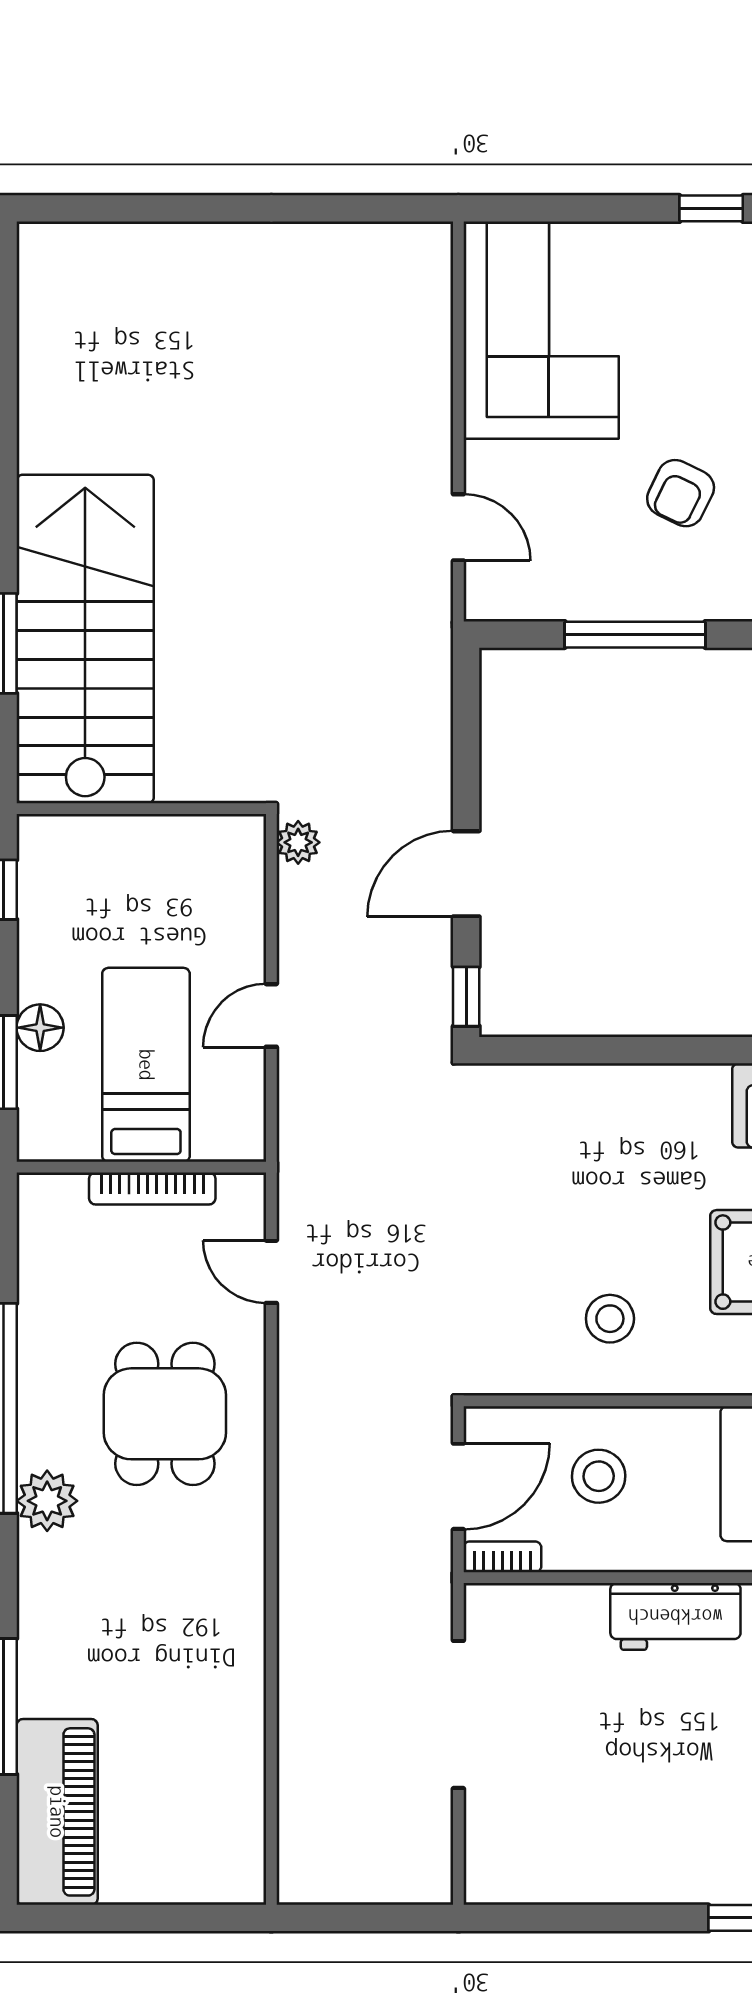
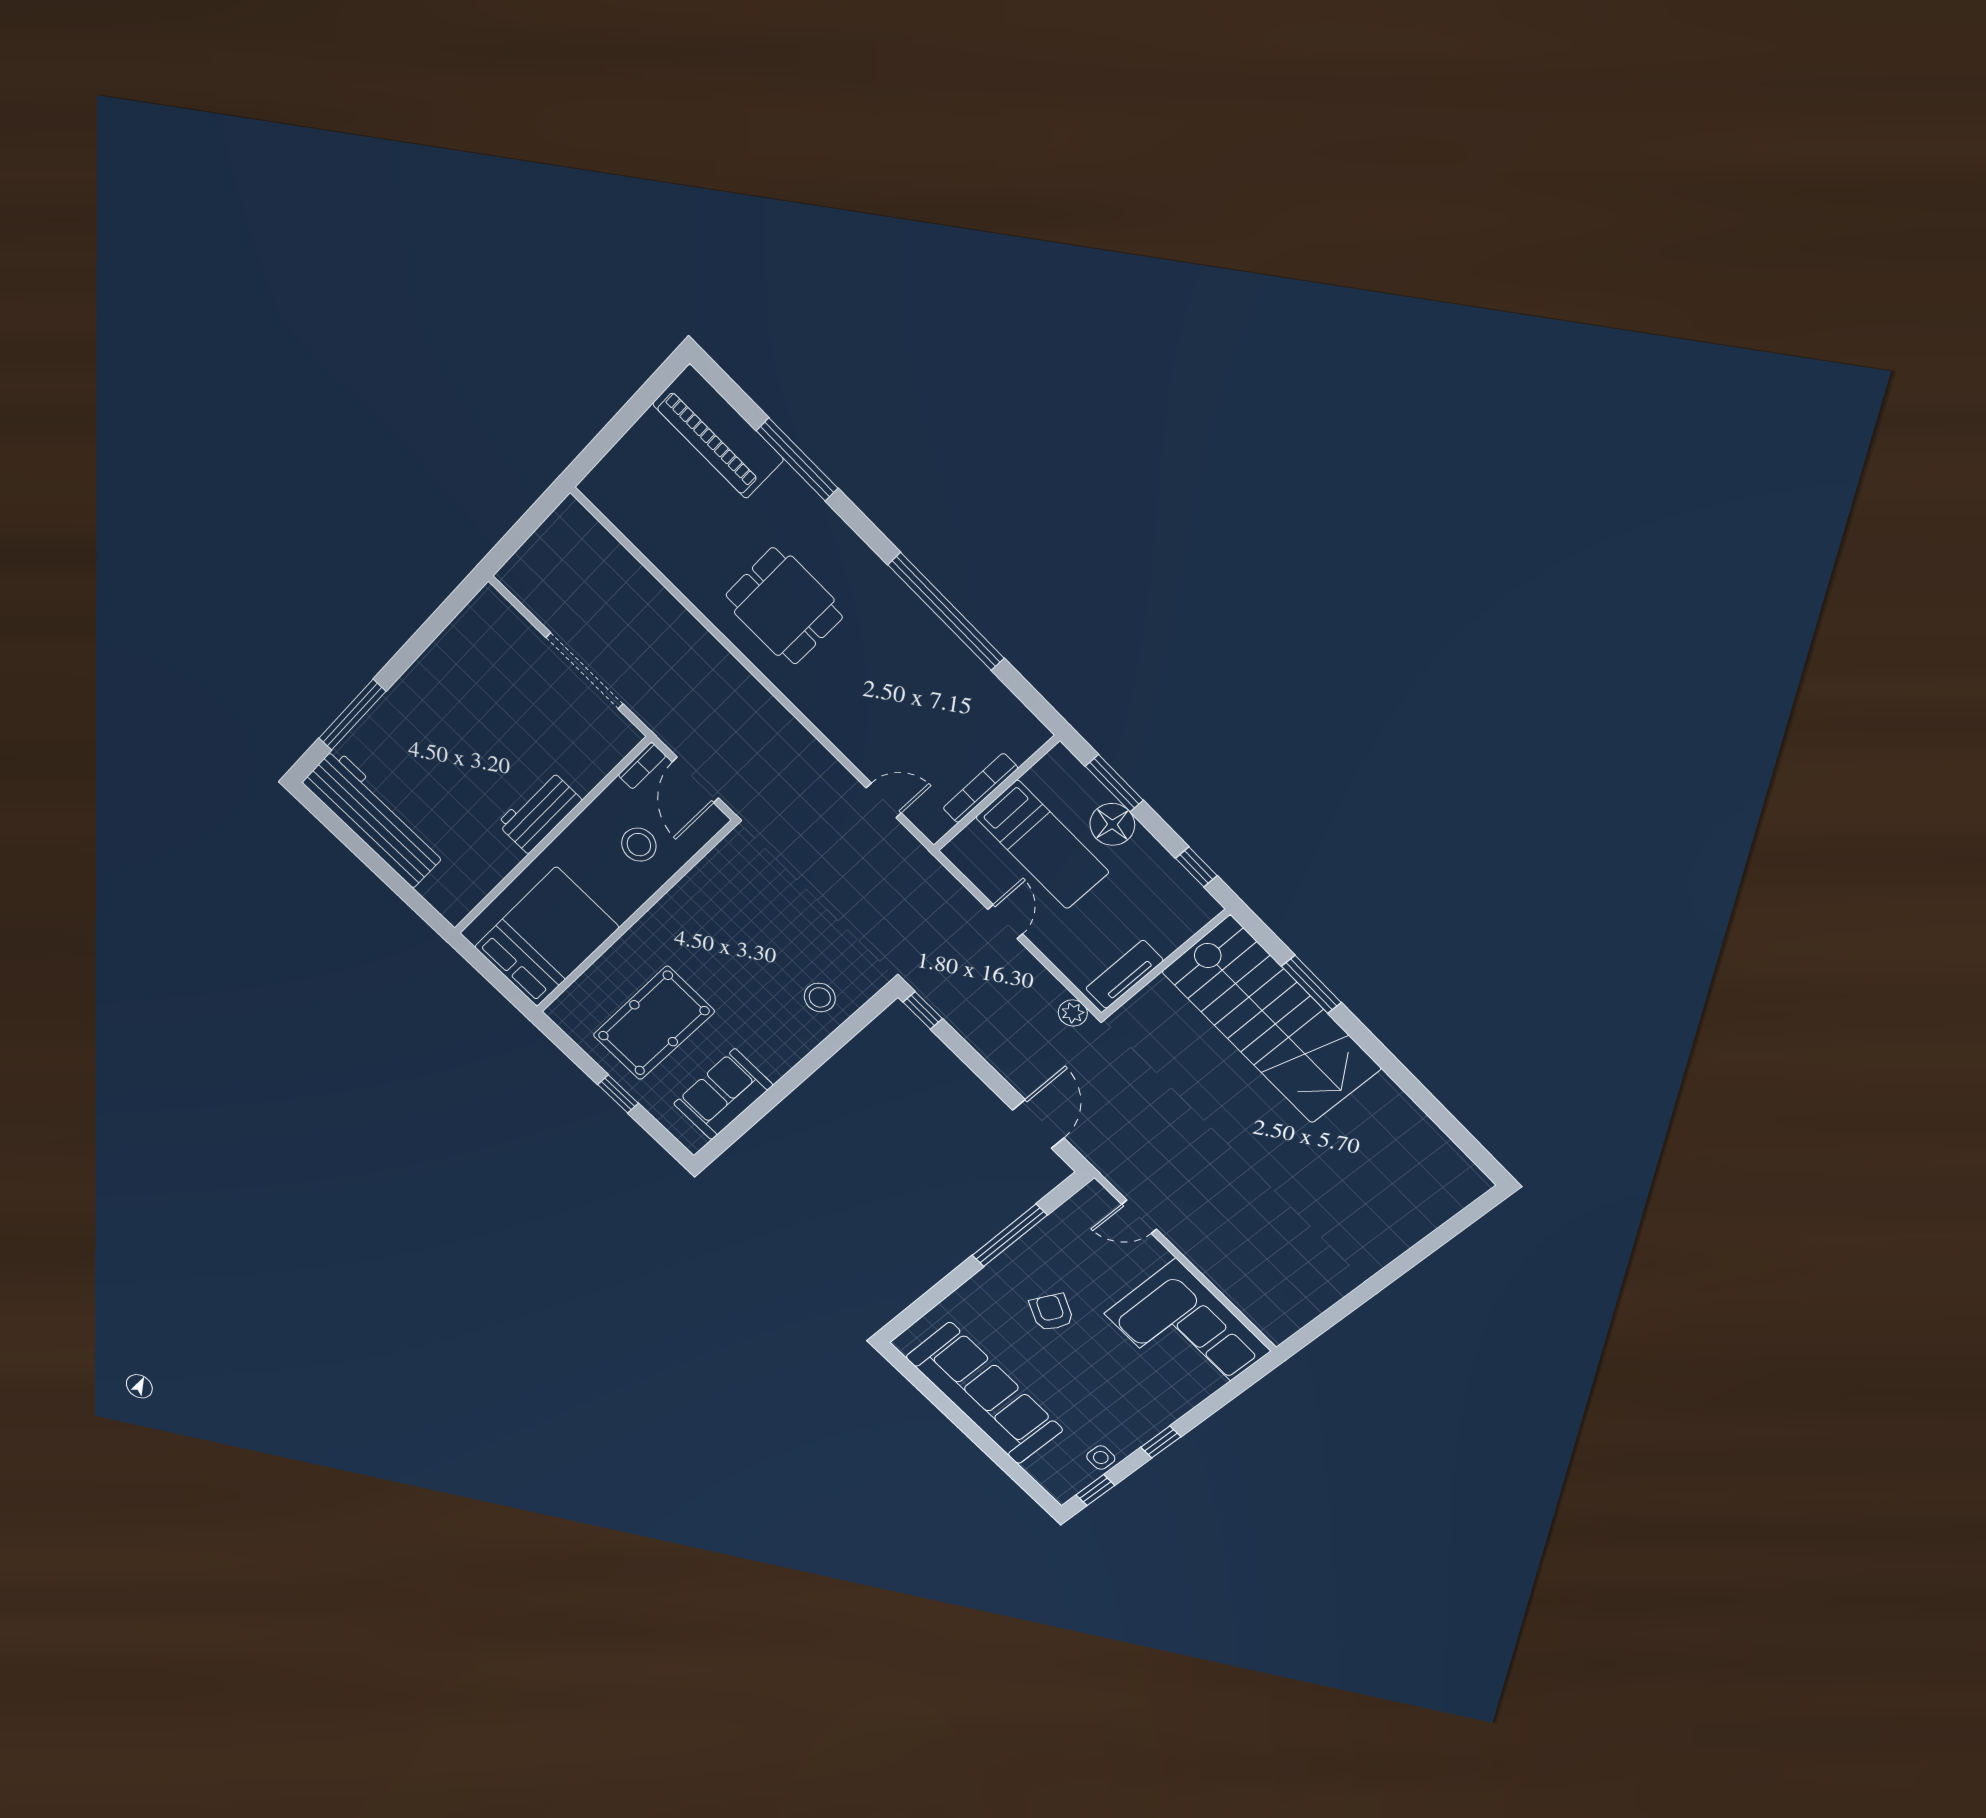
tv unit: (197, 836) -> (1124, 974), added
door: (466, 874) -> (1038, 1124), moved
floor lamp: (40, 1028) -> (1112, 824), width x1.38, depth x1.38
stool: (610, 1319) -> (820, 997), moved
dining table: (165, 1414) -> (784, 606), moved
plant: (47, 1501) -> (879, 586), removed

